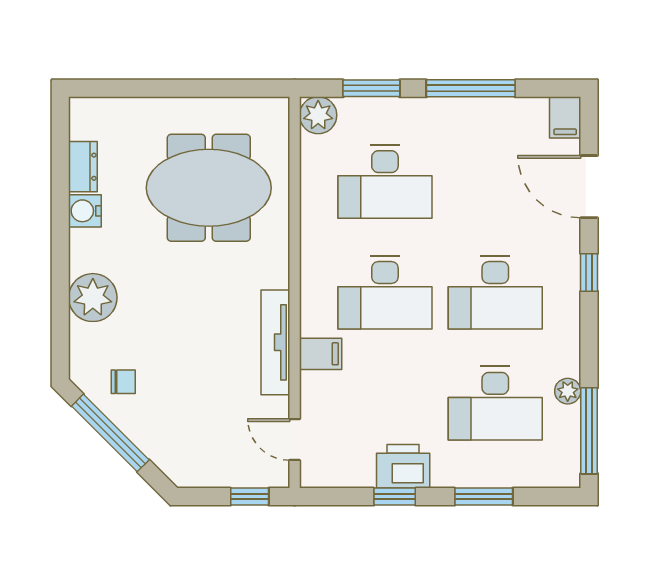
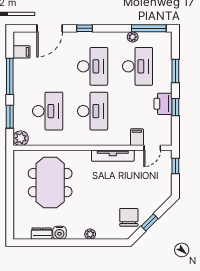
filing cabinet: (565, 117) -> (22, 52), moved
plant: (93, 298) -> (90, 234), width x0.53, depth x0.53
filing cabinet: (321, 354) -> (137, 137), moved
chair: (123, 382) -> (129, 217), width x1.87, depth x1.87
window: (110, 433) -> (150, 222), width x0.46

